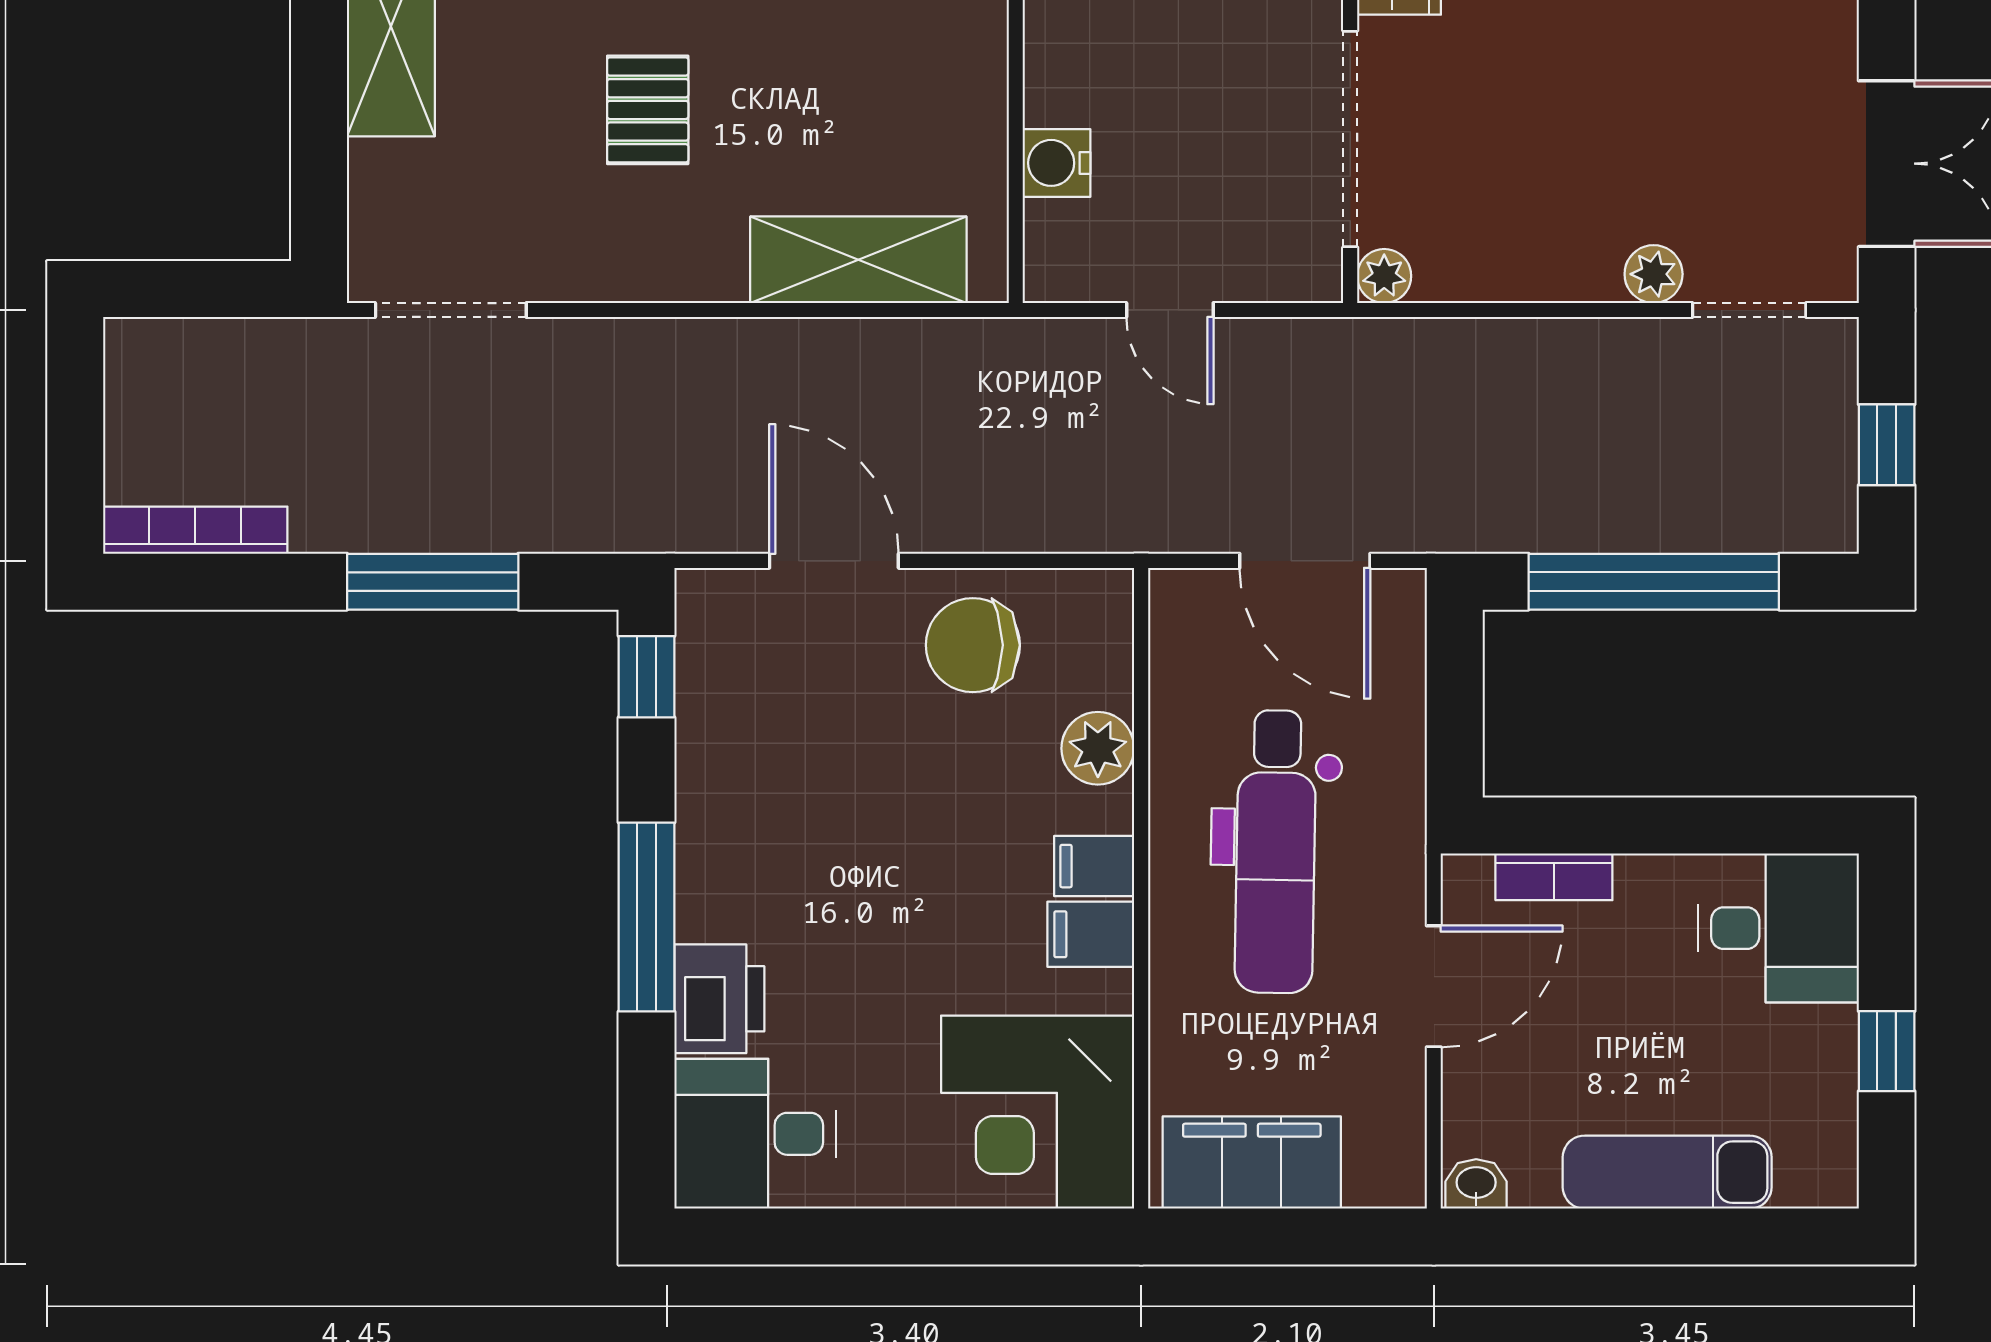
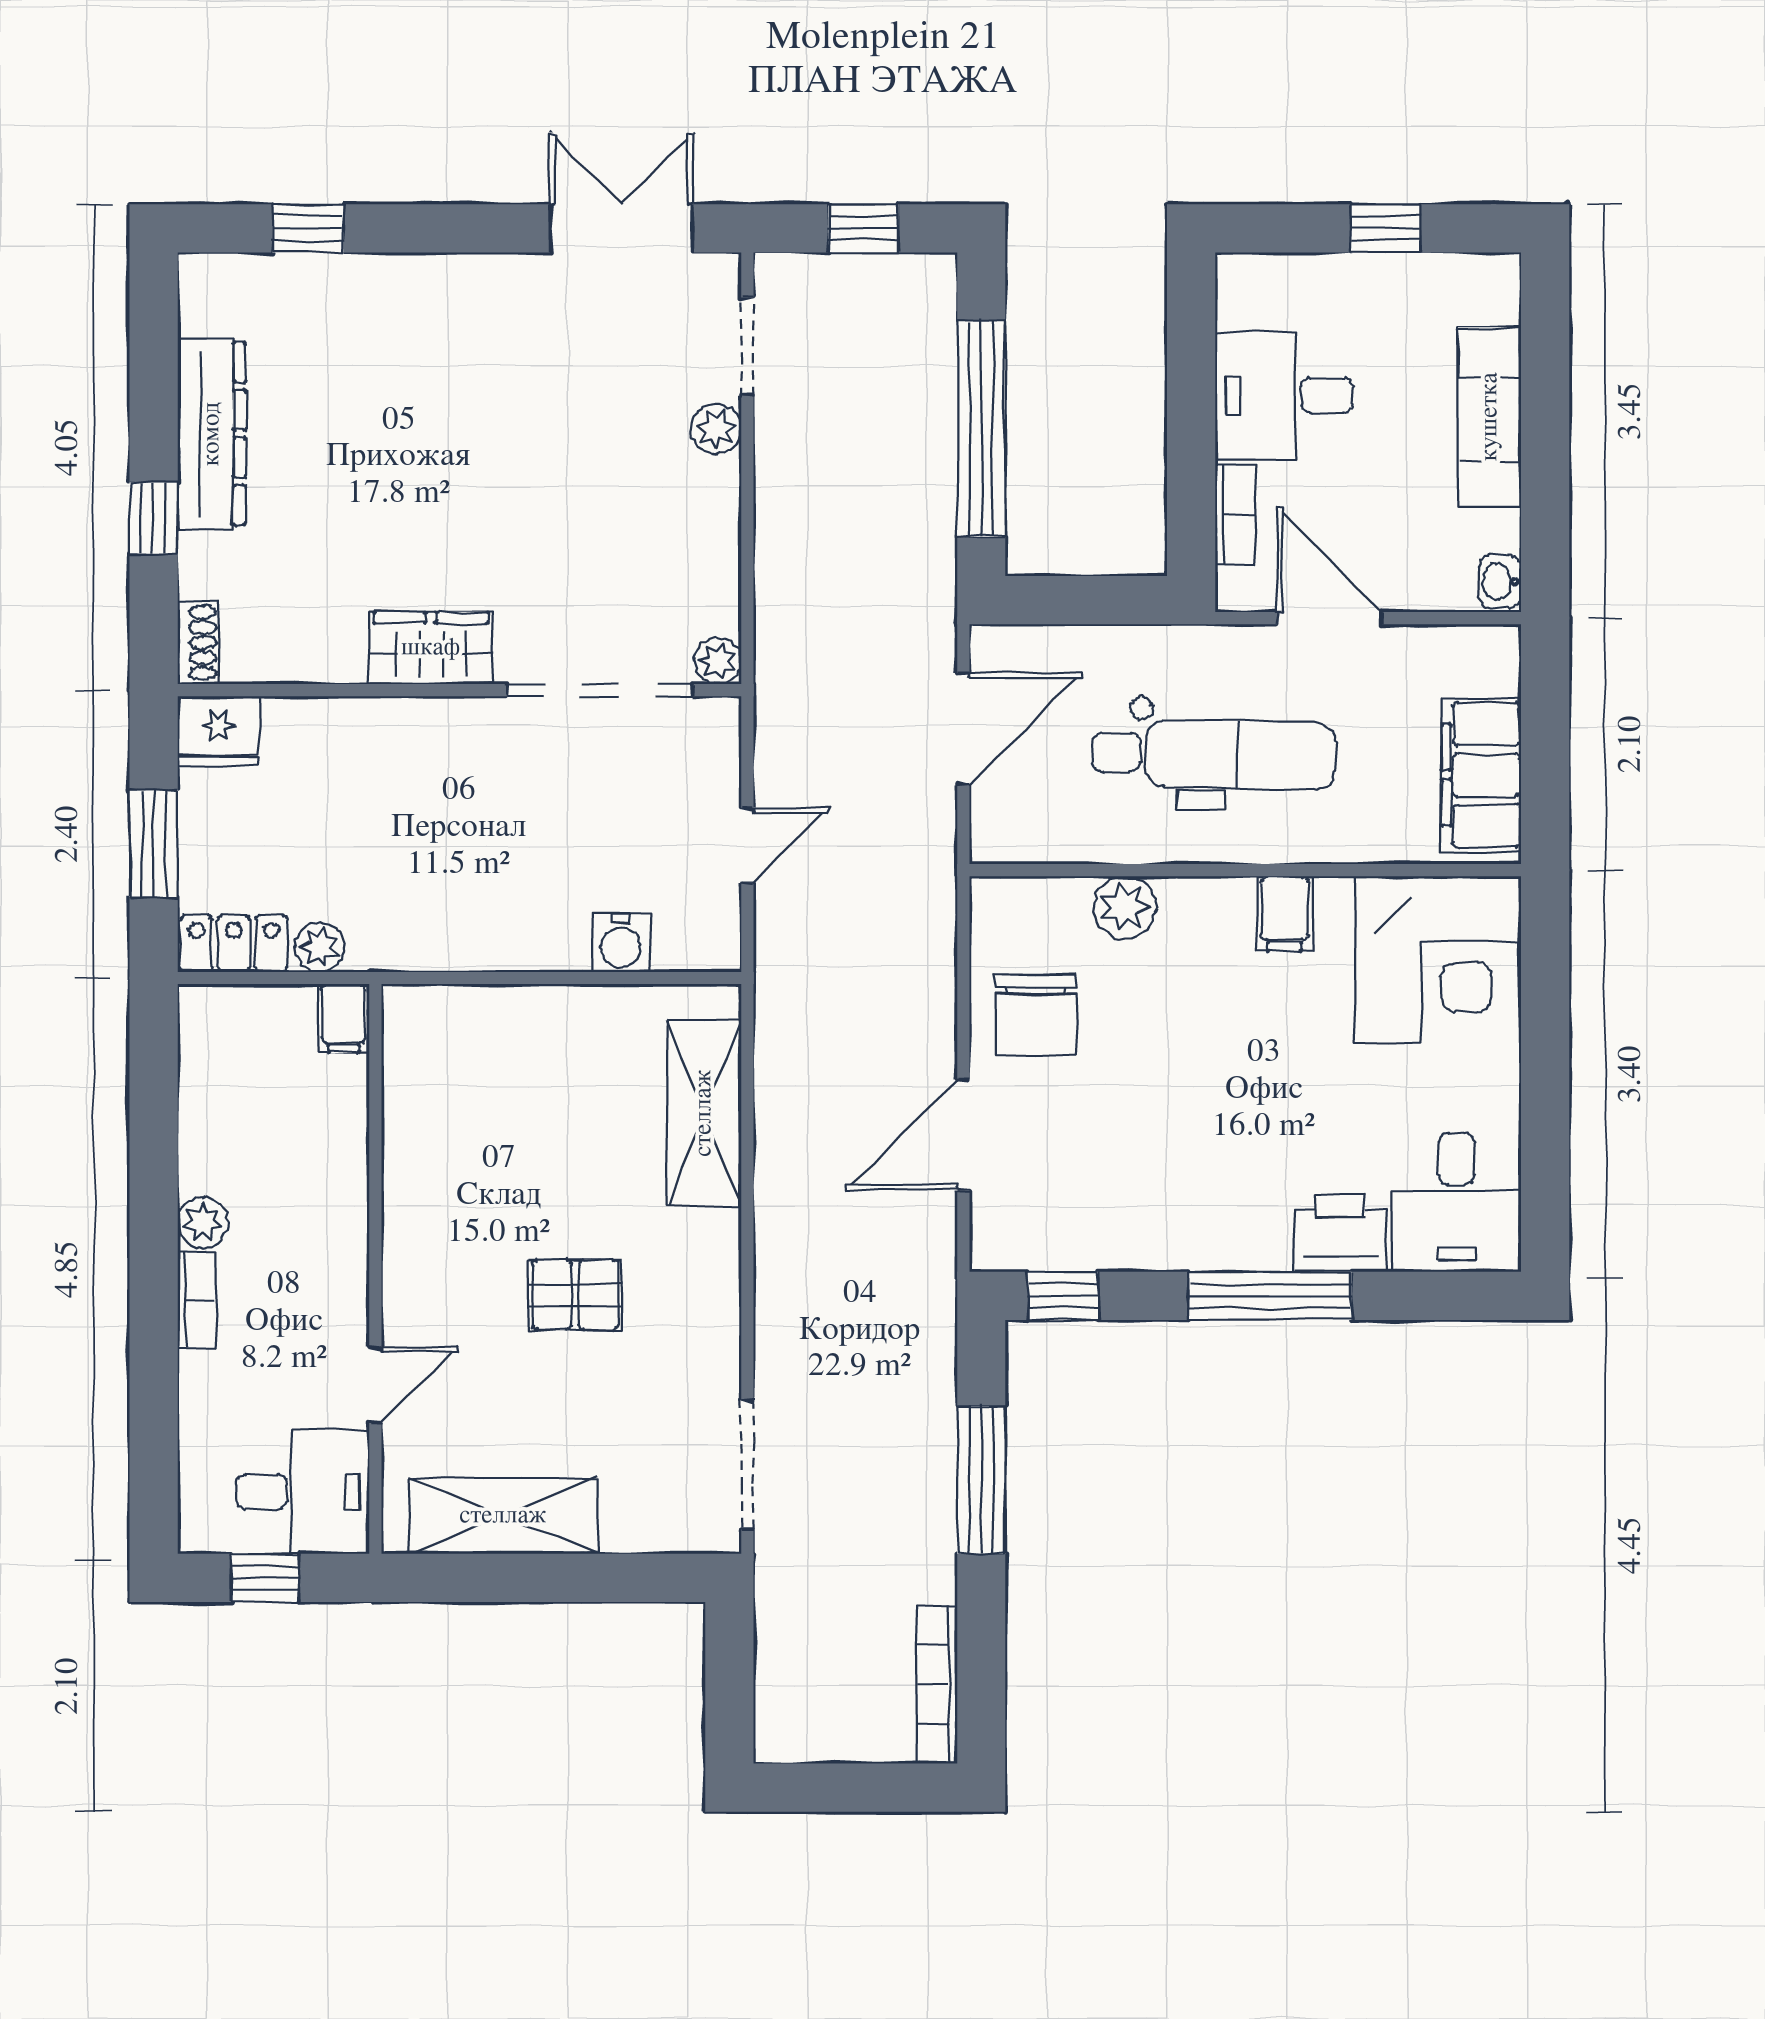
filing cabinet: (1094, 866) -> (1226, 911), removed
desk: (1779, 928) -> (1284, 396), moved, turned -90

